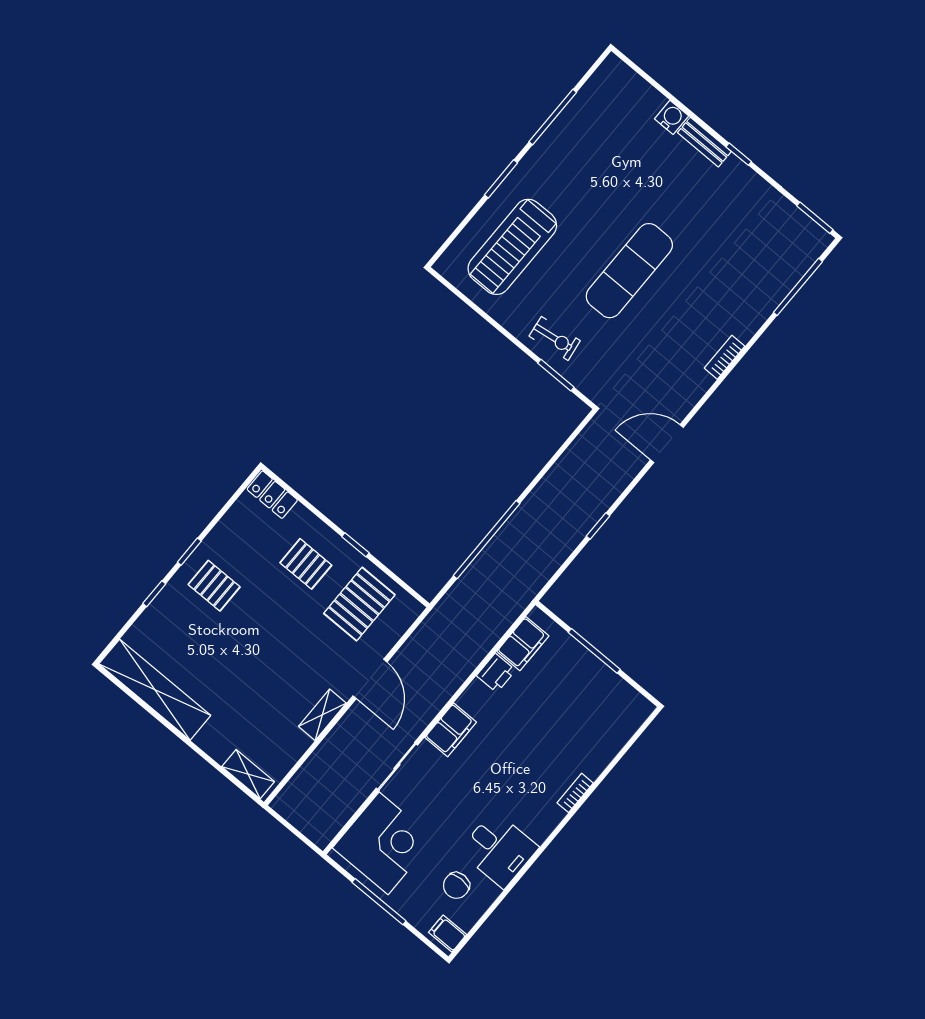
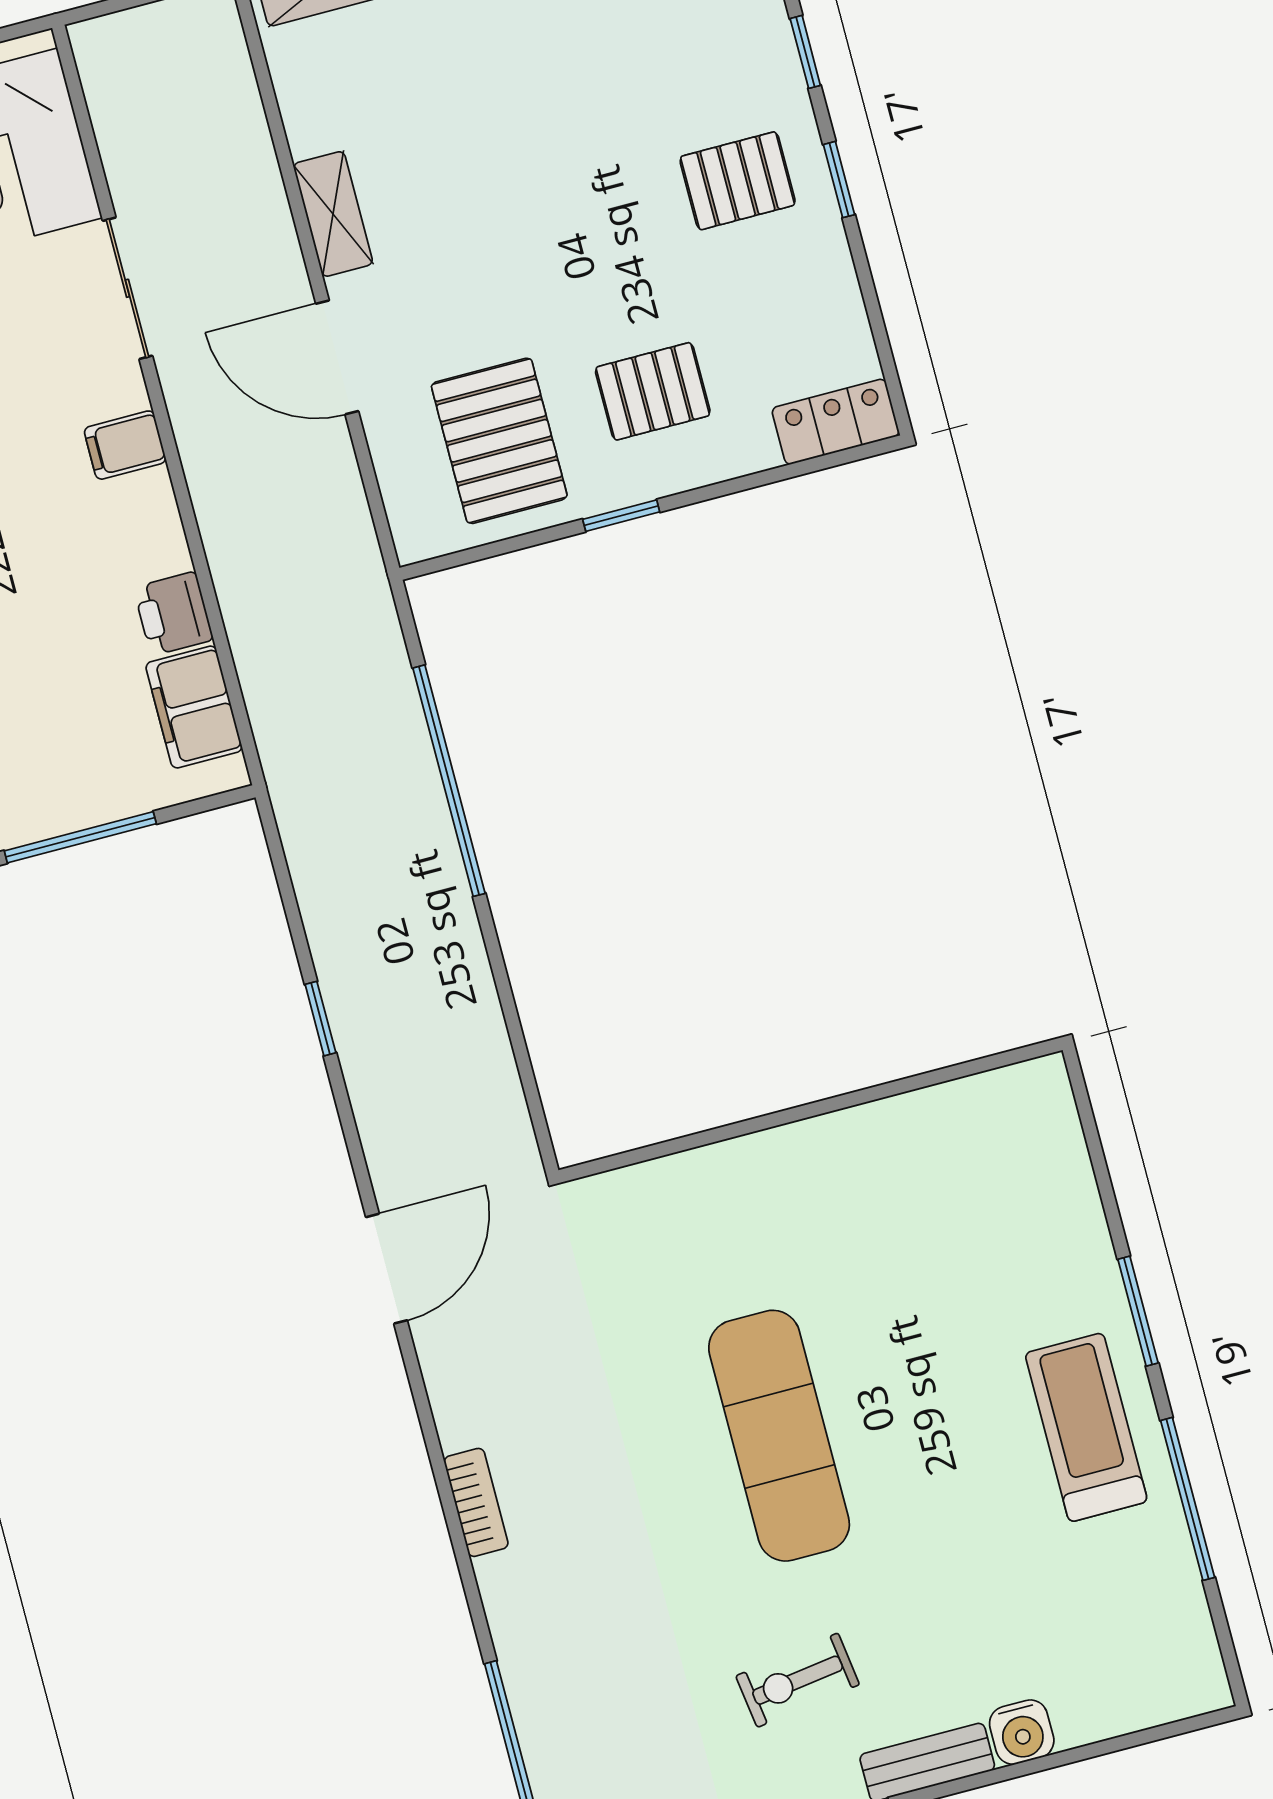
treadmill: (512, 247) -> (1086, 1427), moved, width x0.73, depth x0.73
exercise bike: (555, 338) -> (798, 1680), moved
window: (556, 375) -> (676, 1146), removed
filing cabinet: (451, 730) -> (125, 445), width x0.50

